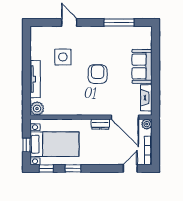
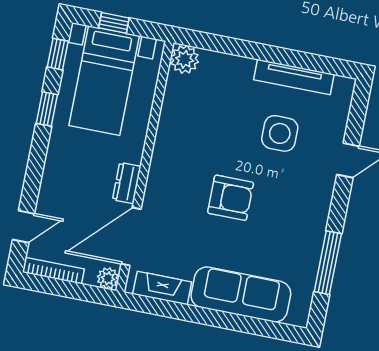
sofa: (142, 66) -> (241, 295), width x1.36
tv unit: (35, 79) -> (294, 77), moved
door: (130, 168) -> (24, 227), hinge flipped

